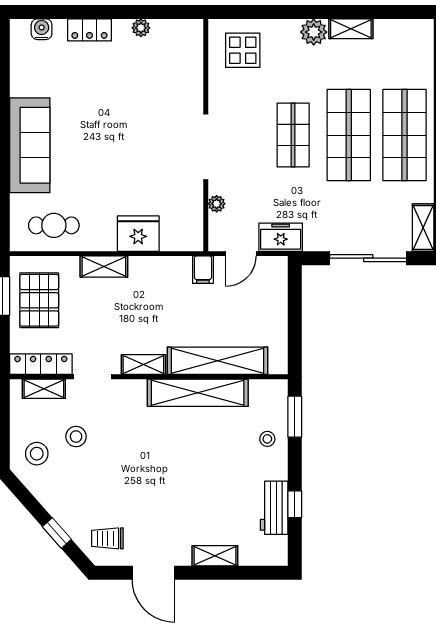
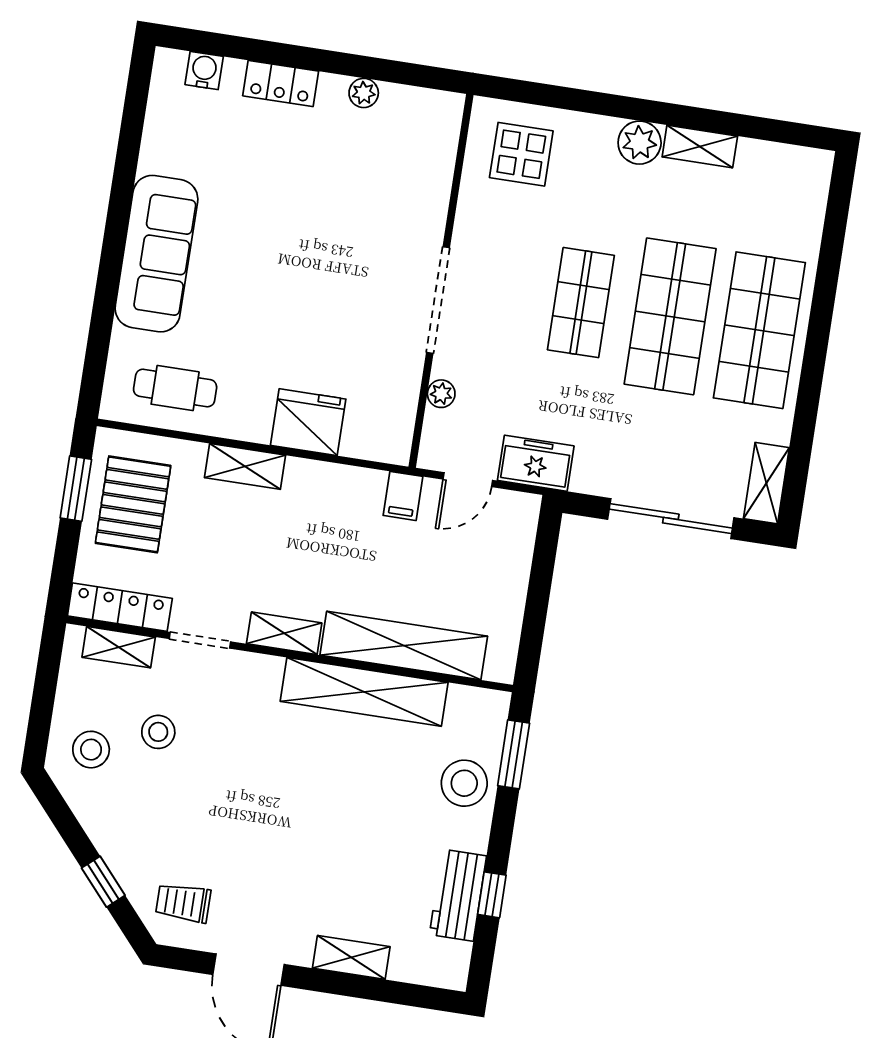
stool: (267, 439) -> (464, 783), width x1.89, depth x1.89

